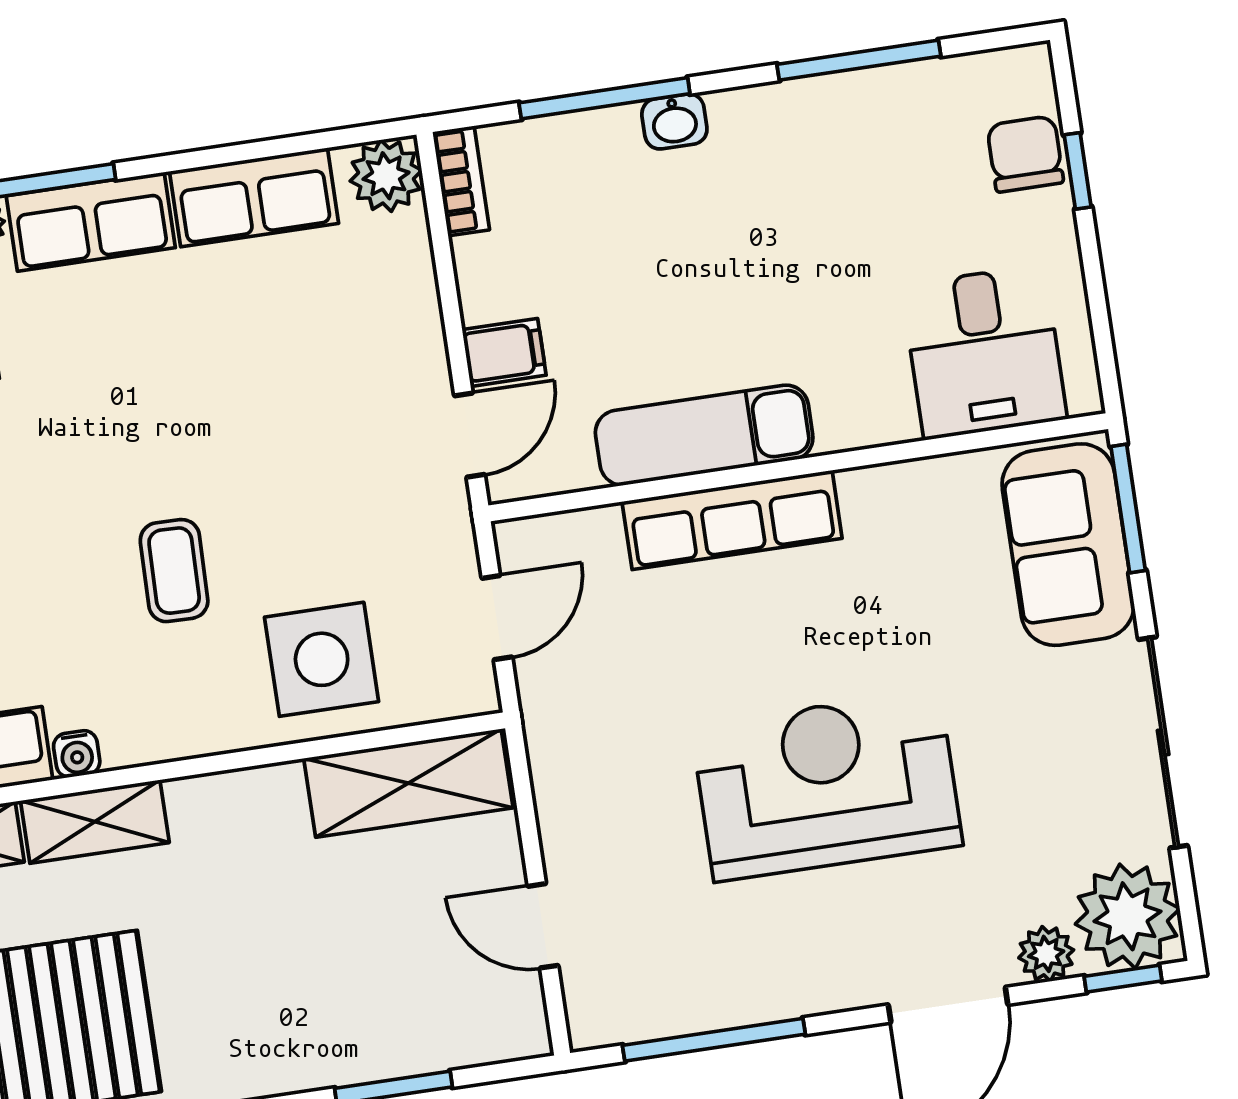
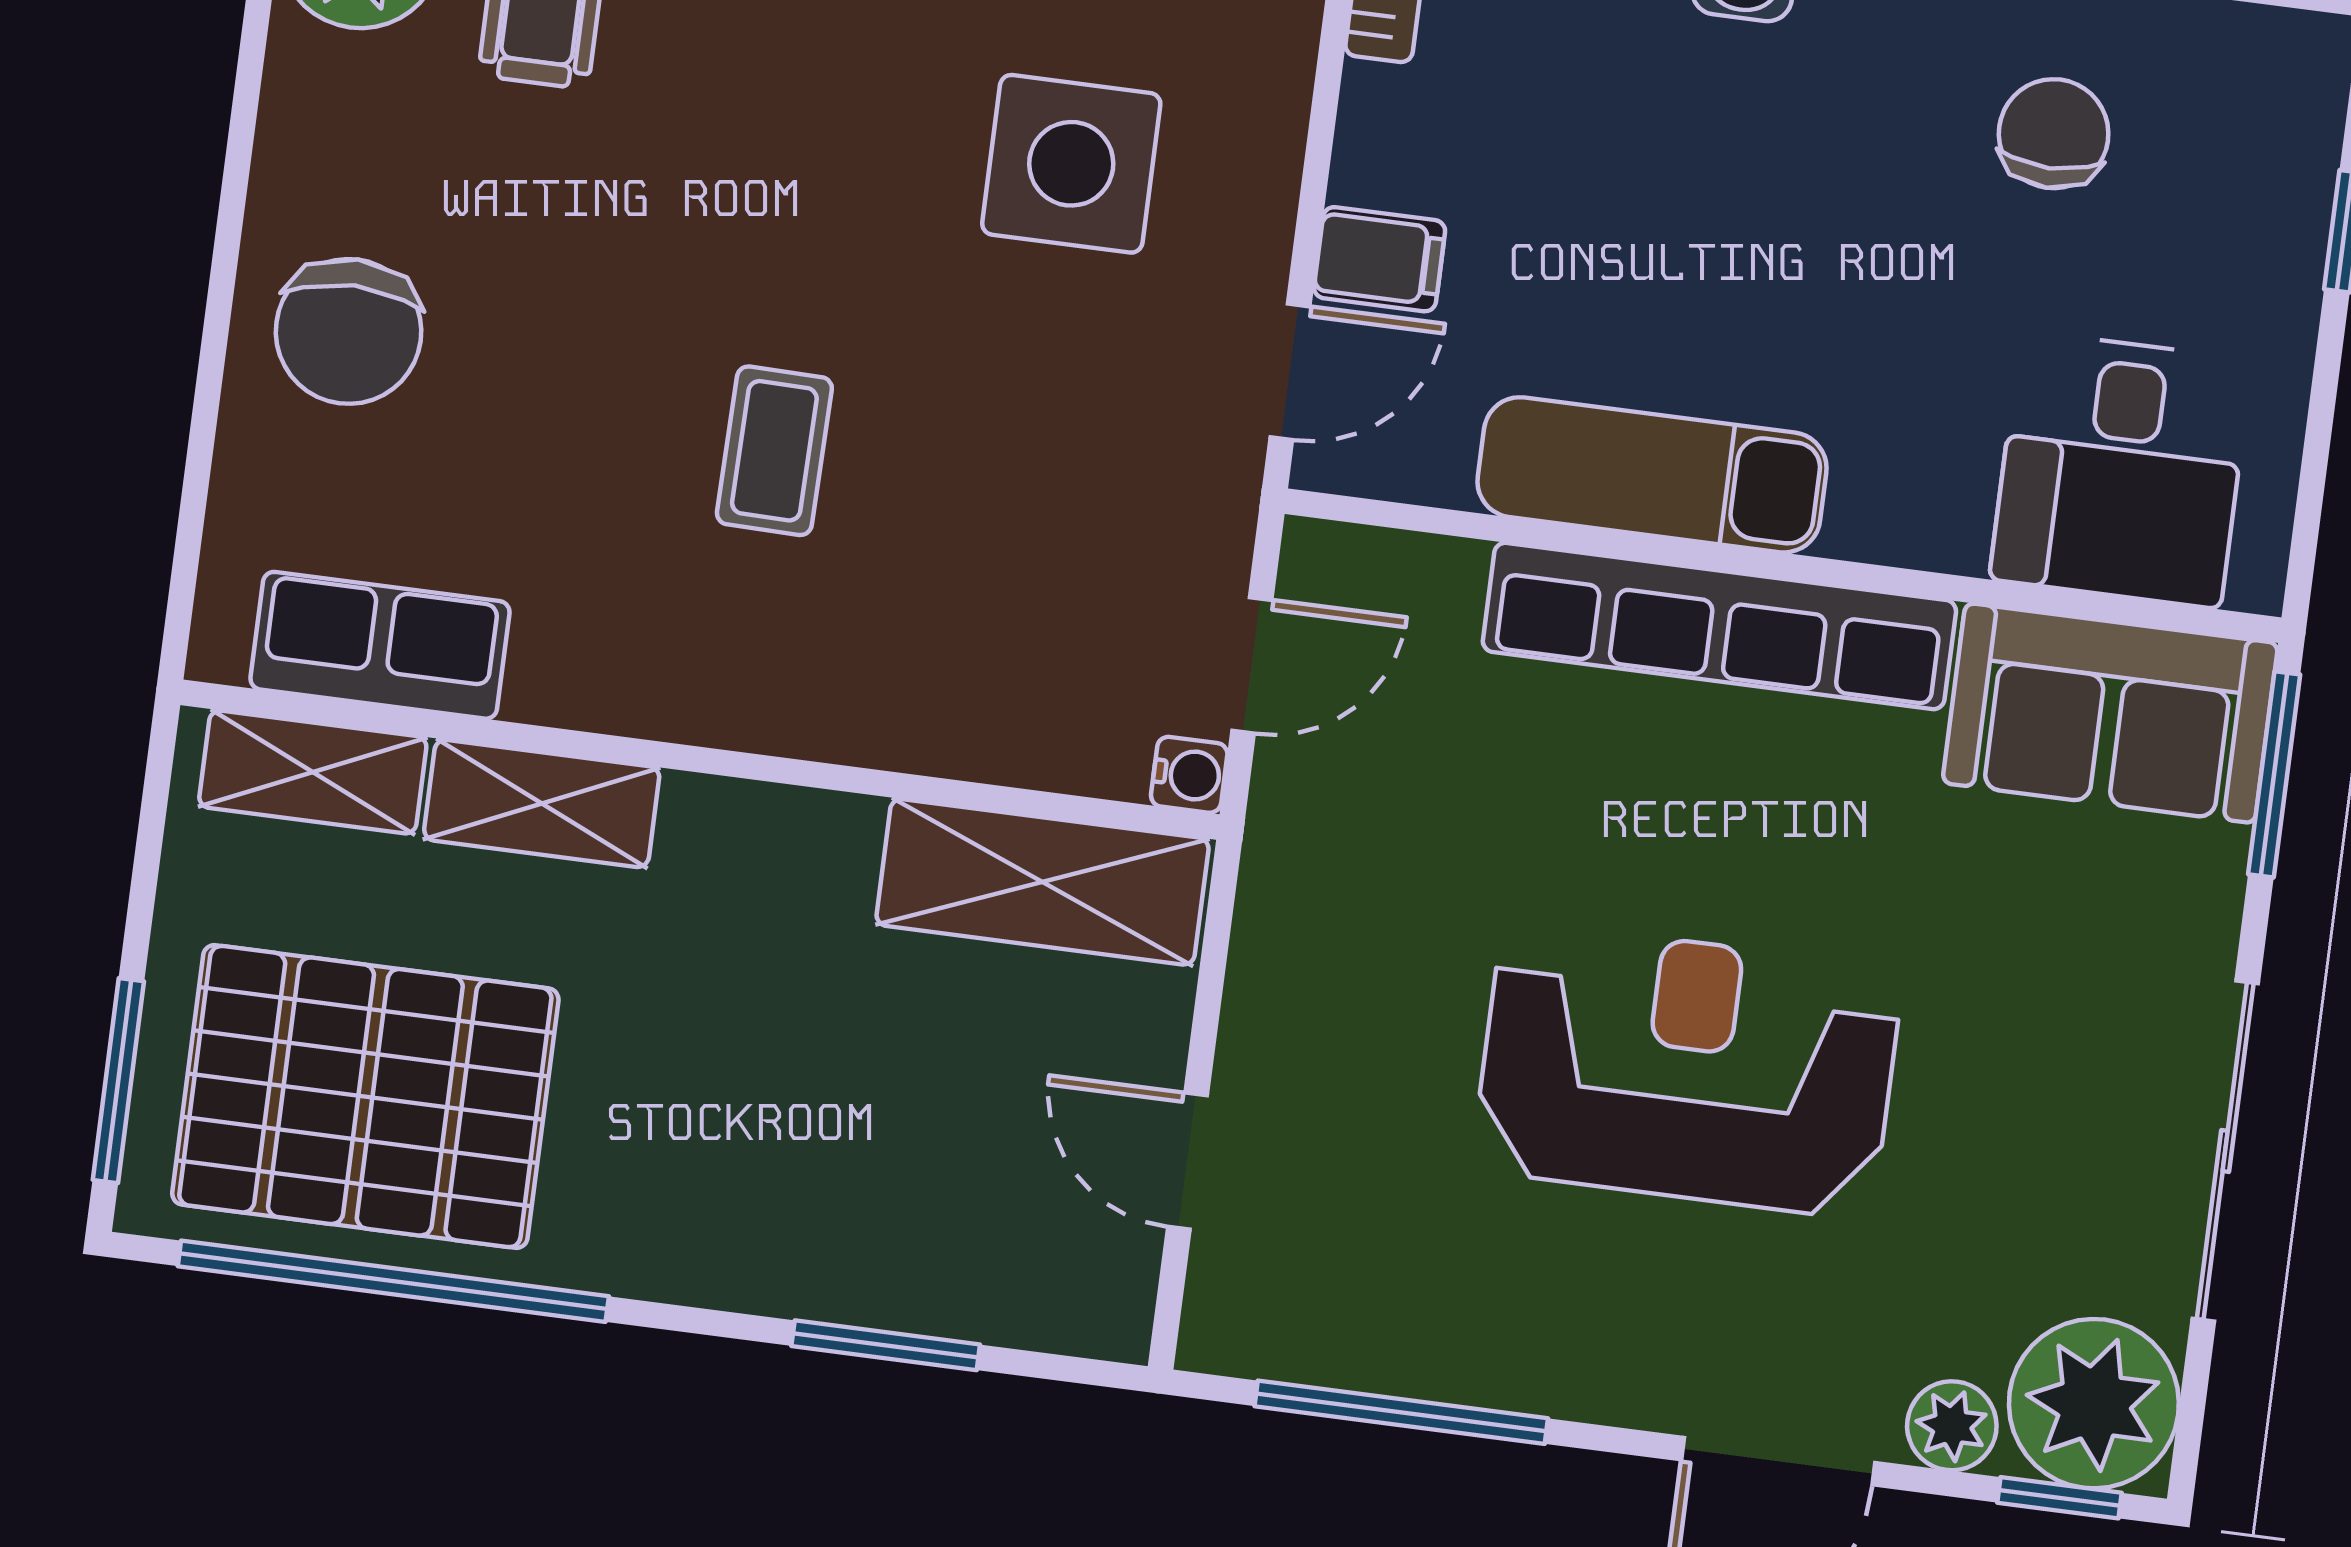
chair: (1025, 154) -> (2054, 134), moved
row of seats: (732, 520) -> (1719, 626), width x1.36
sofa: (1068, 545) -> (2110, 713), moved, turned -90
side table: (322, 659) -> (1071, 164), moved
water cooler: (77, 754) -> (1189, 775), moved, turned -90

